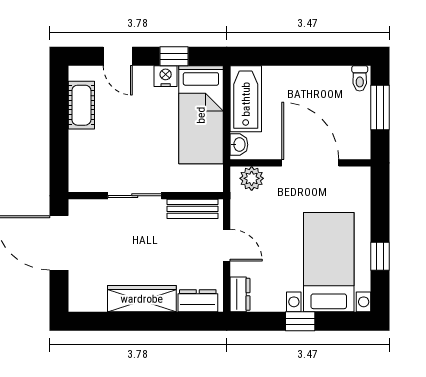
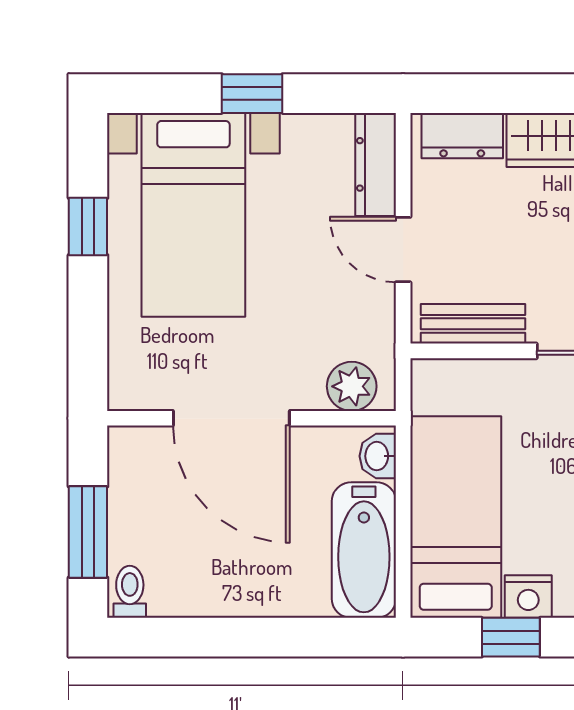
dresser: (240, 294) -> (376, 164), width x1.44

